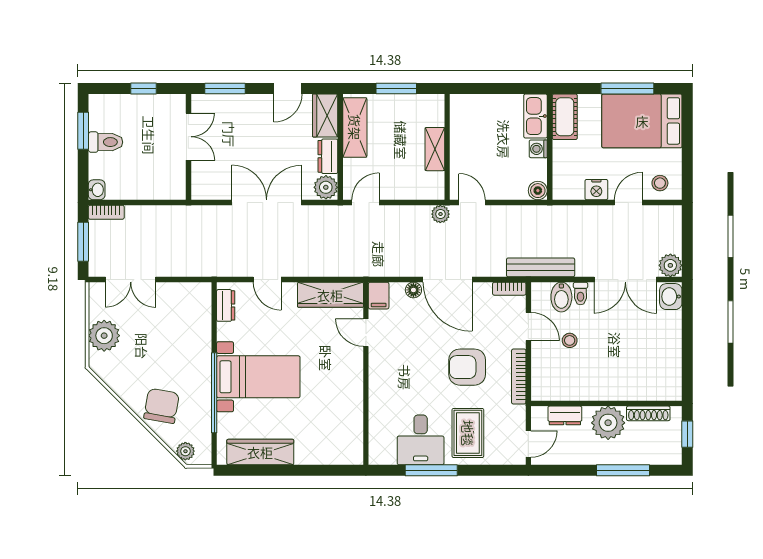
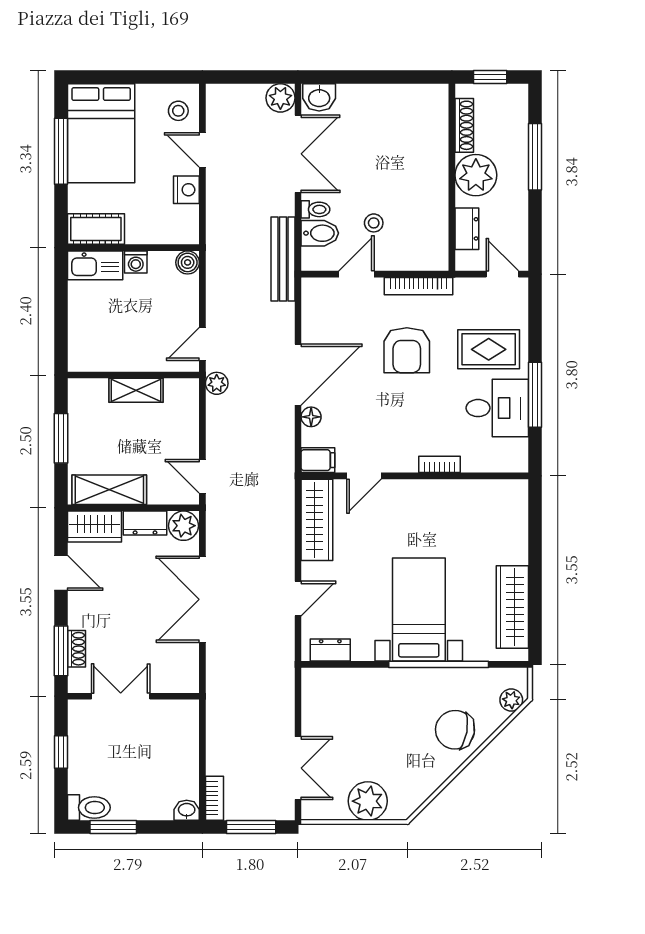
shoe rack: (227, 101) -> (76, 649), added
toilet: (106, 142) -> (89, 808), moved, turned 90
bookcase: (509, 289) -> (440, 464), moved, turned -90

